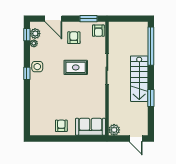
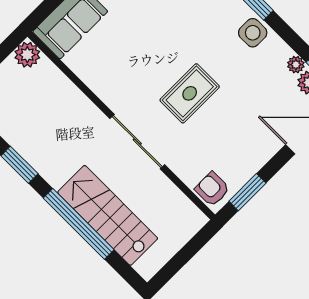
armchair: (74, 38) -> (240, 138), removed
window: (151, 46) -> (79, 224), moved
stairs: (139, 79) -> (108, 215), moved

